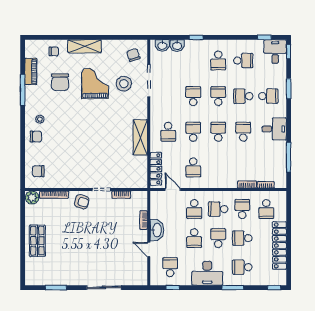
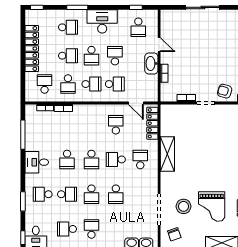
school desk: (193, 132) -> (116, 159), turned 90
school desk: (194, 209) -> (115, 84), turned 90

